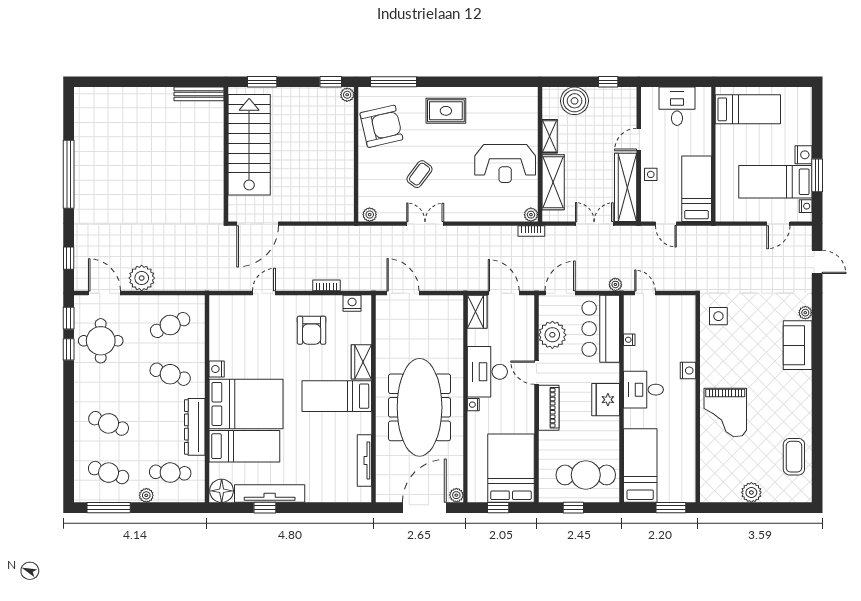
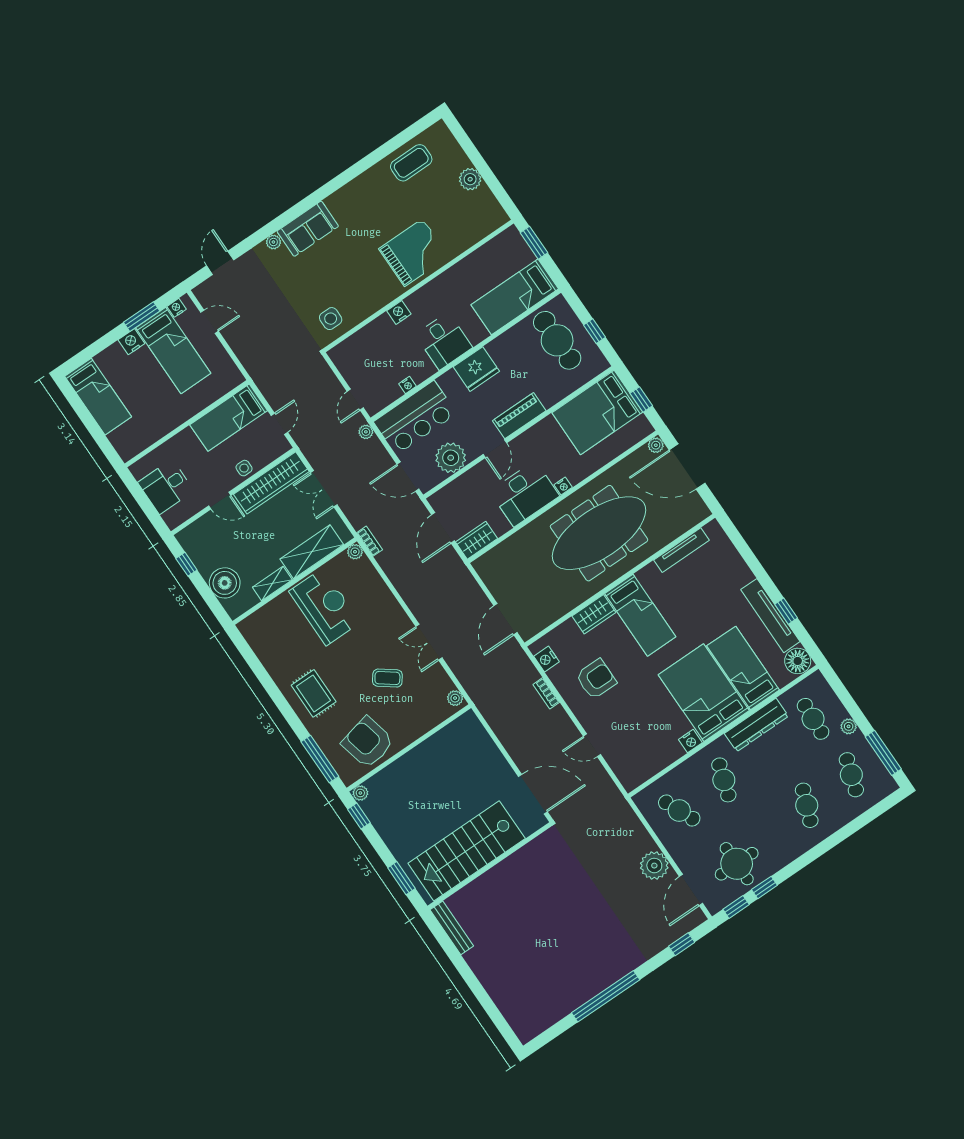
bed: (748, 109) -> (98, 397), moved, turned 180

